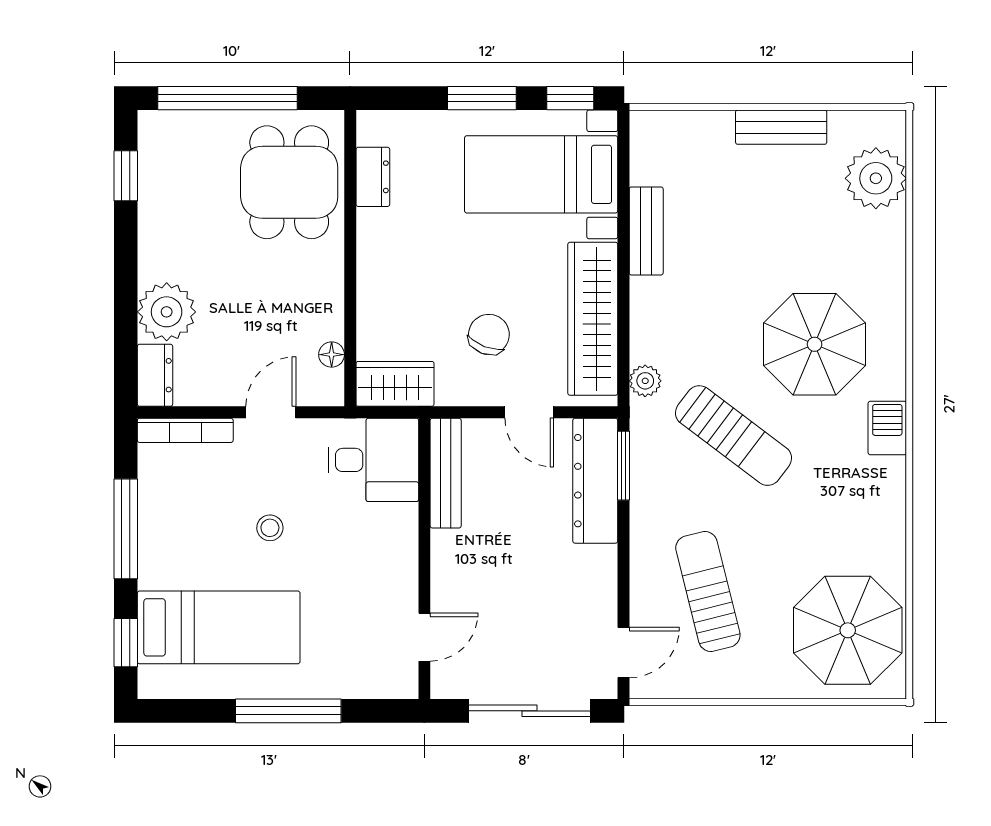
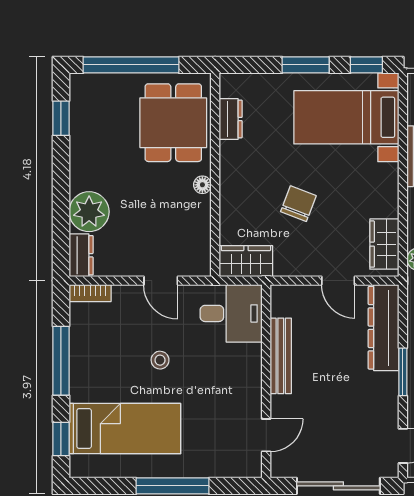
wardrobe: (593, 319) -> (384, 244), width x0.48, depth x0.85
chair: (489, 334) -> (298, 204), moved
floor lamp: (332, 355) -> (202, 185), moved
door: (271, 412) -> (161, 281), swing flipped
bookcase: (185, 430) -> (90, 293), width x0.64
window: (623, 466) -> (403, 372), moved
bench: (446, 473) -> (281, 356), moved

